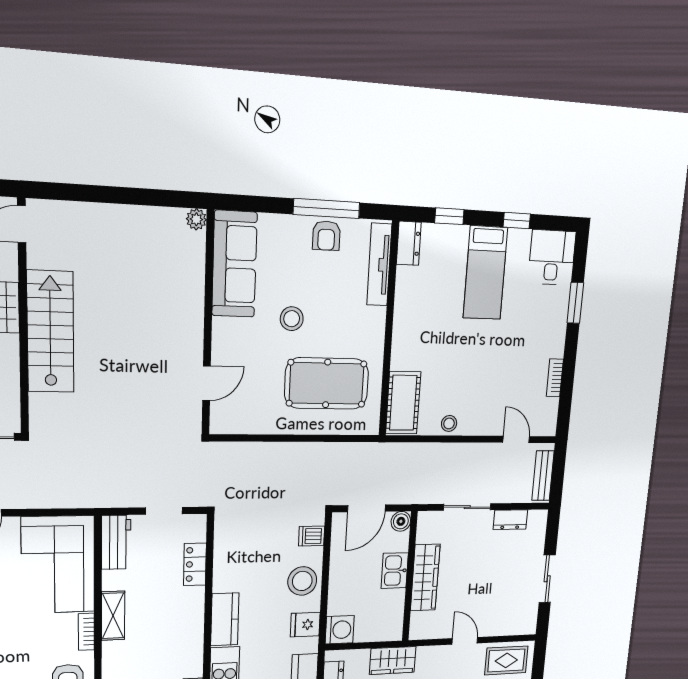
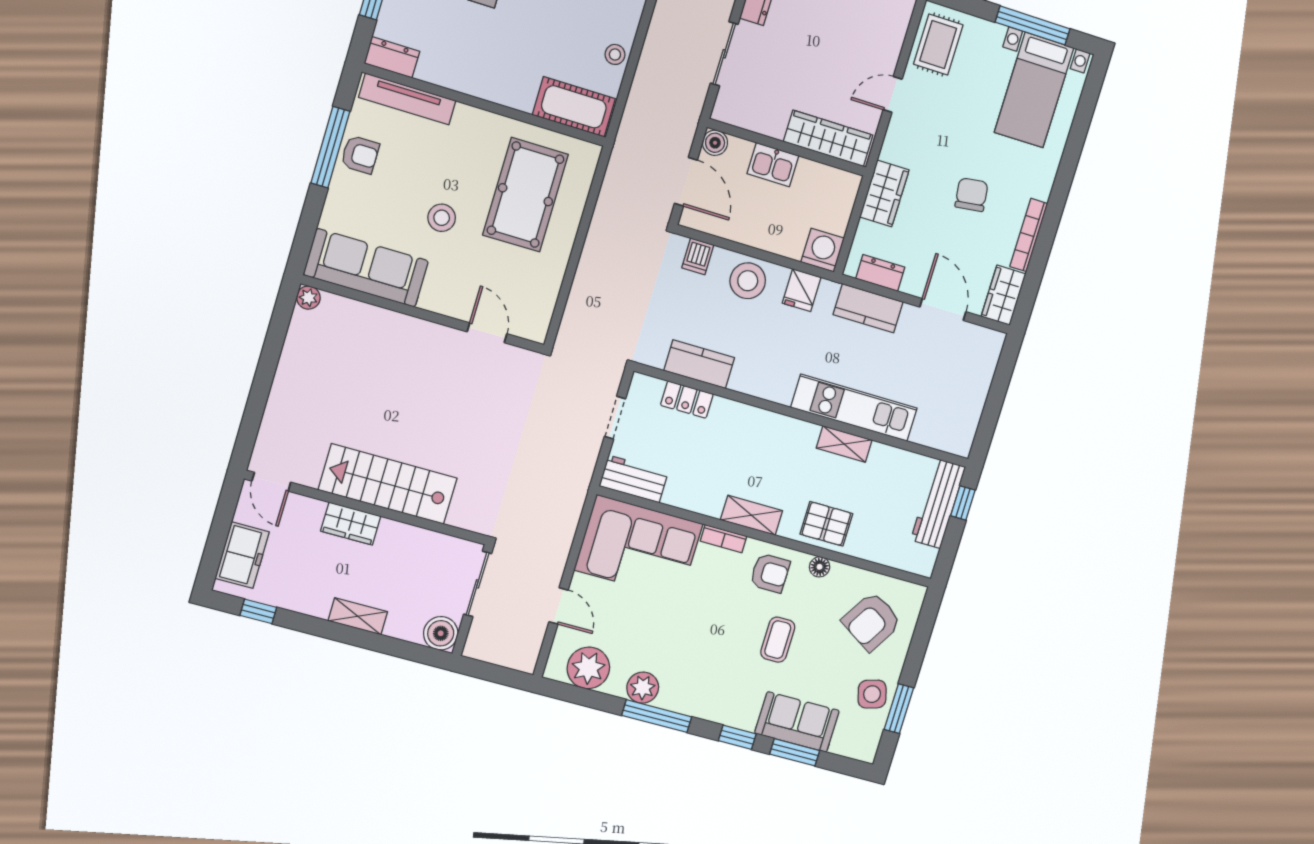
wardrobe: (425, 578) -> (828, 138), moved
shelving: (113, 616) -> (751, 515), moved
kitchen counter: (225, 619) -> (699, 364), moved

